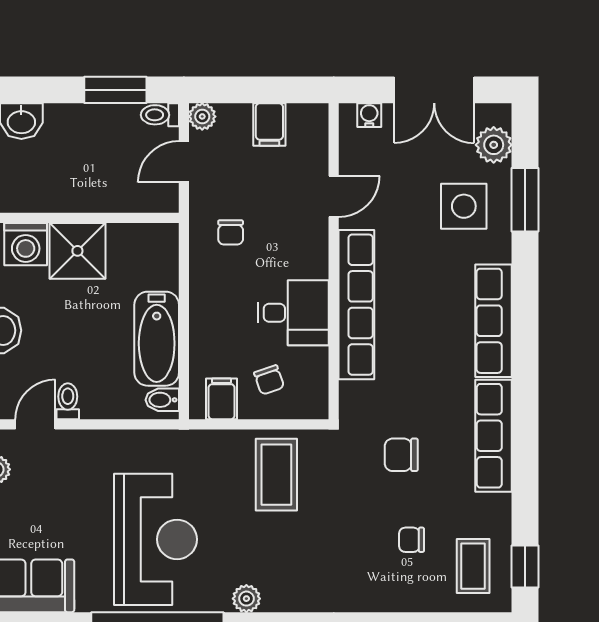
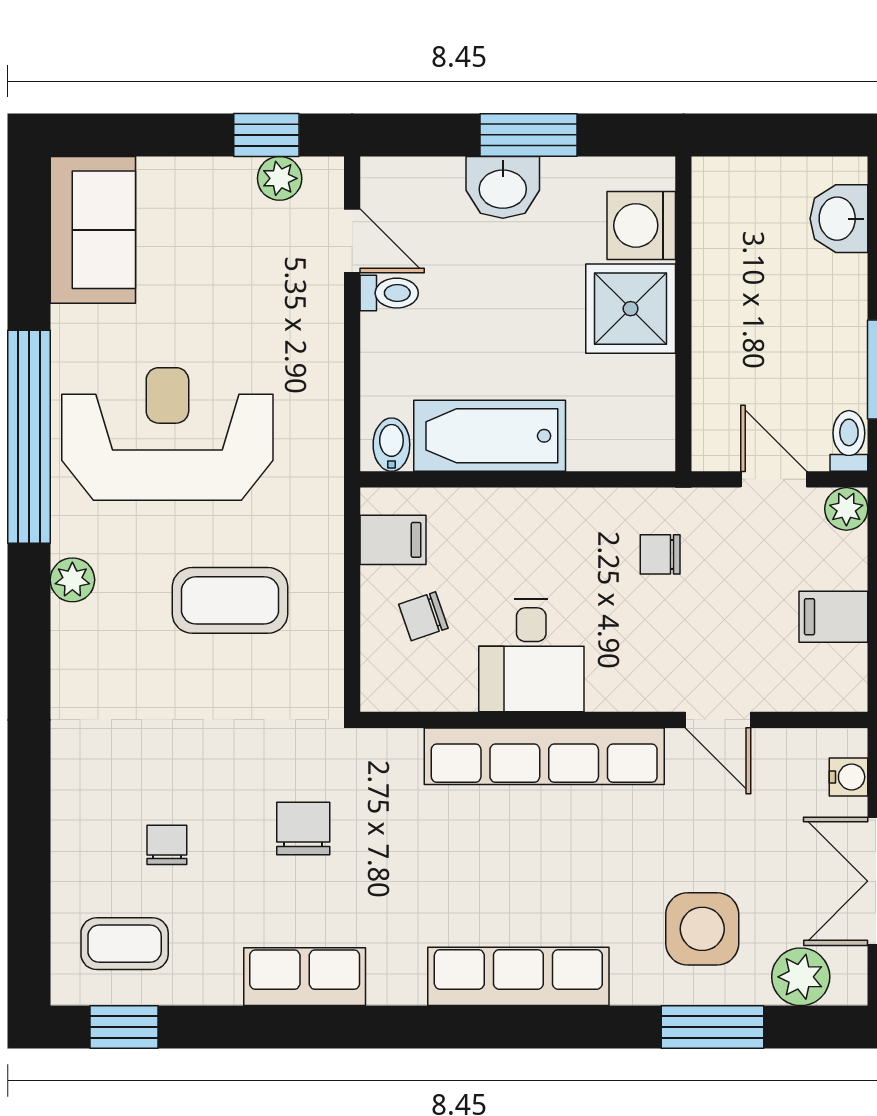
row of seats: (494, 436) -> (305, 977), width x0.68
coffee table: (276, 475) -> (230, 600), moved
reception desk: (156, 539) -> (167, 434), turned 180

